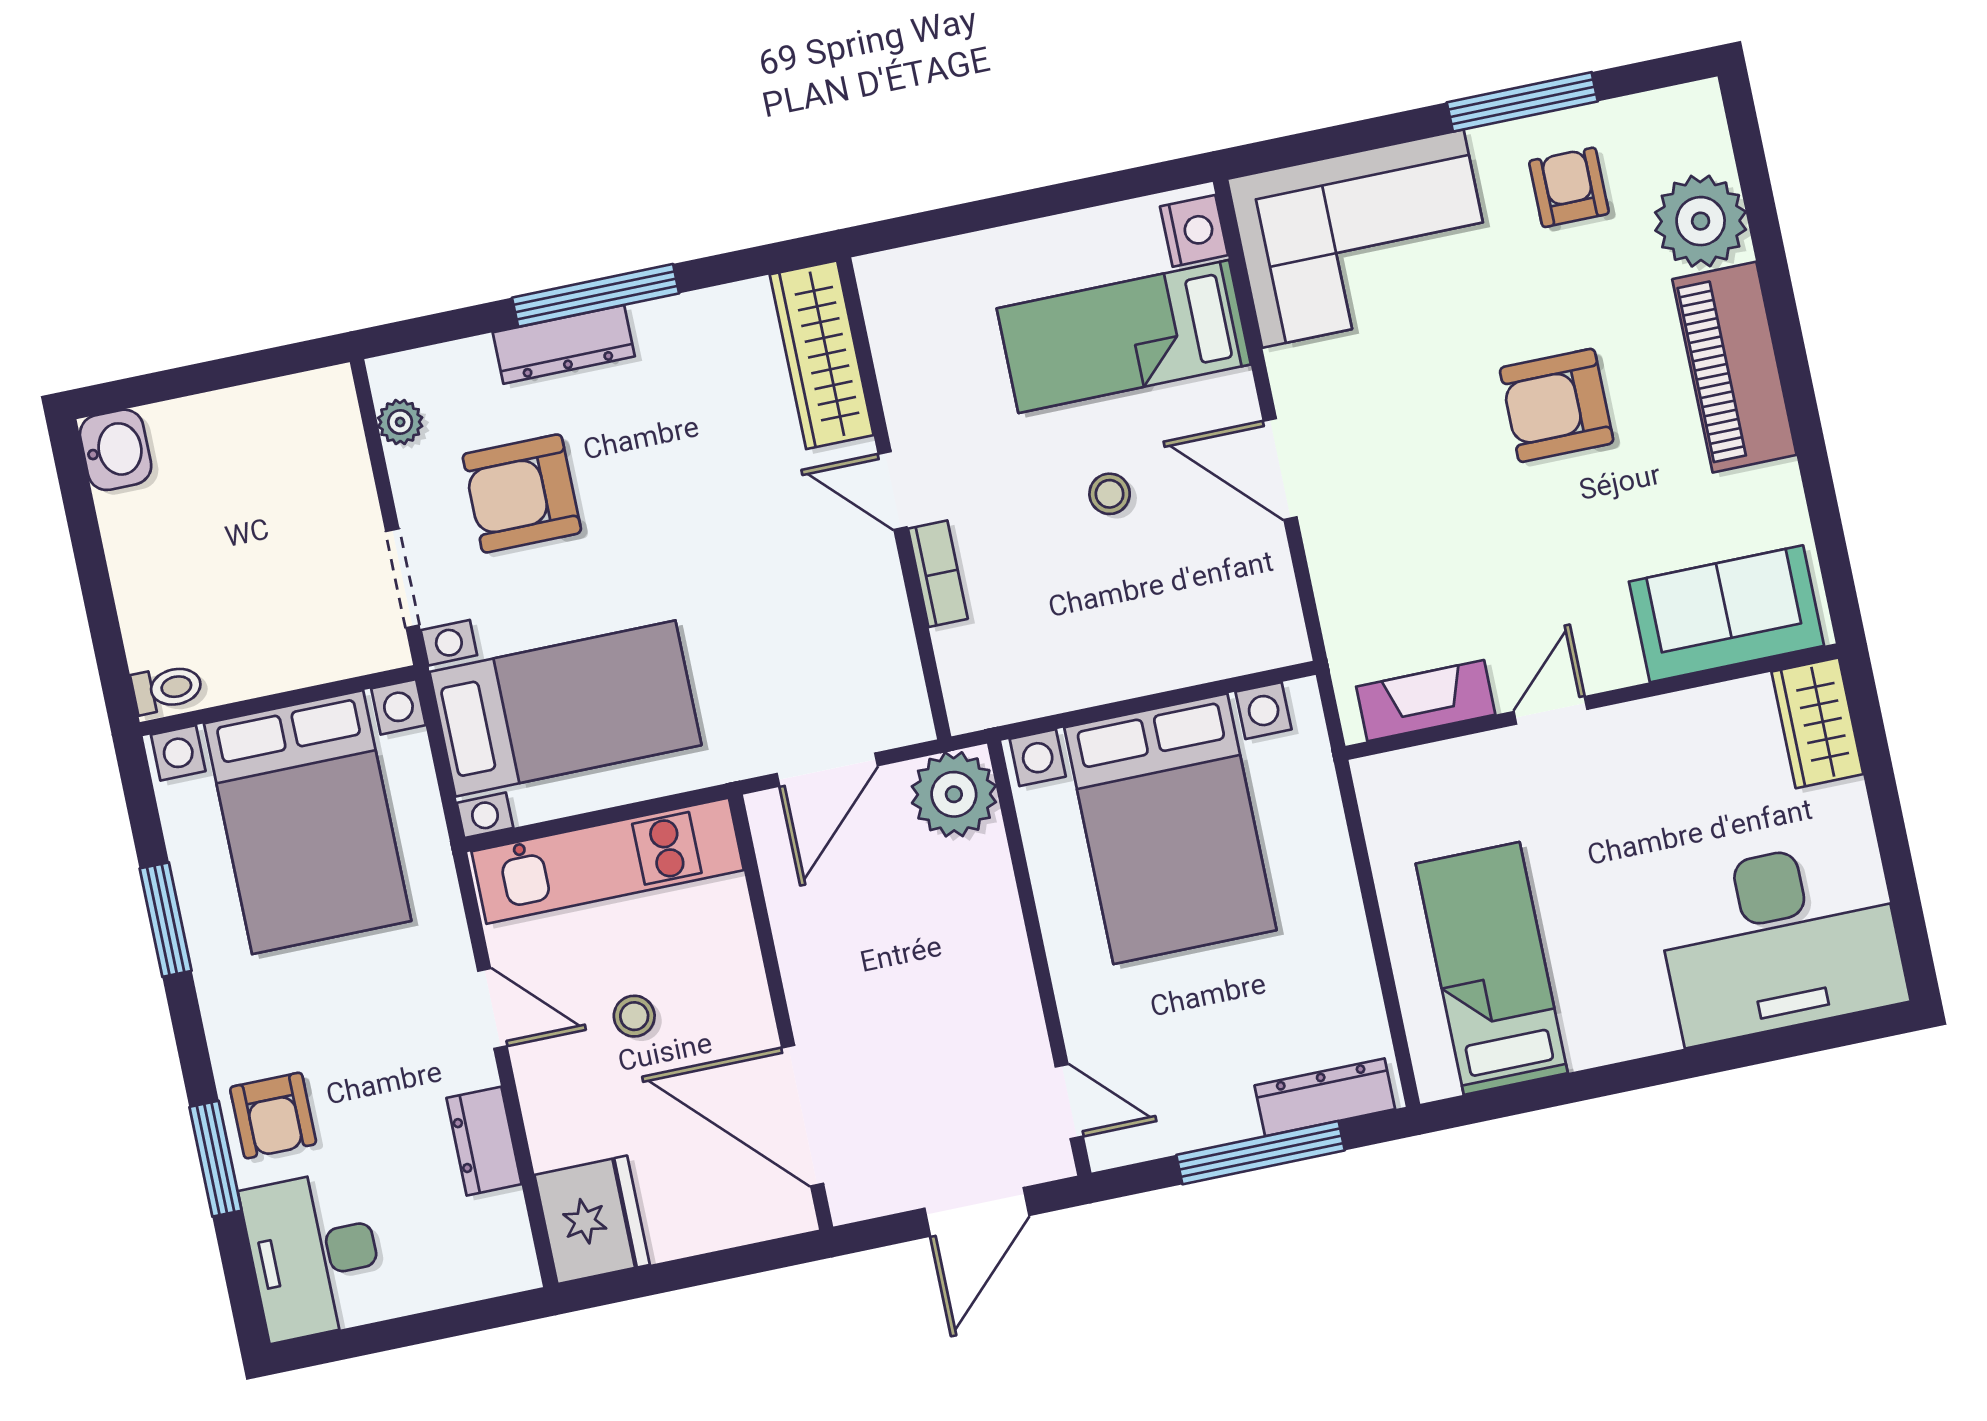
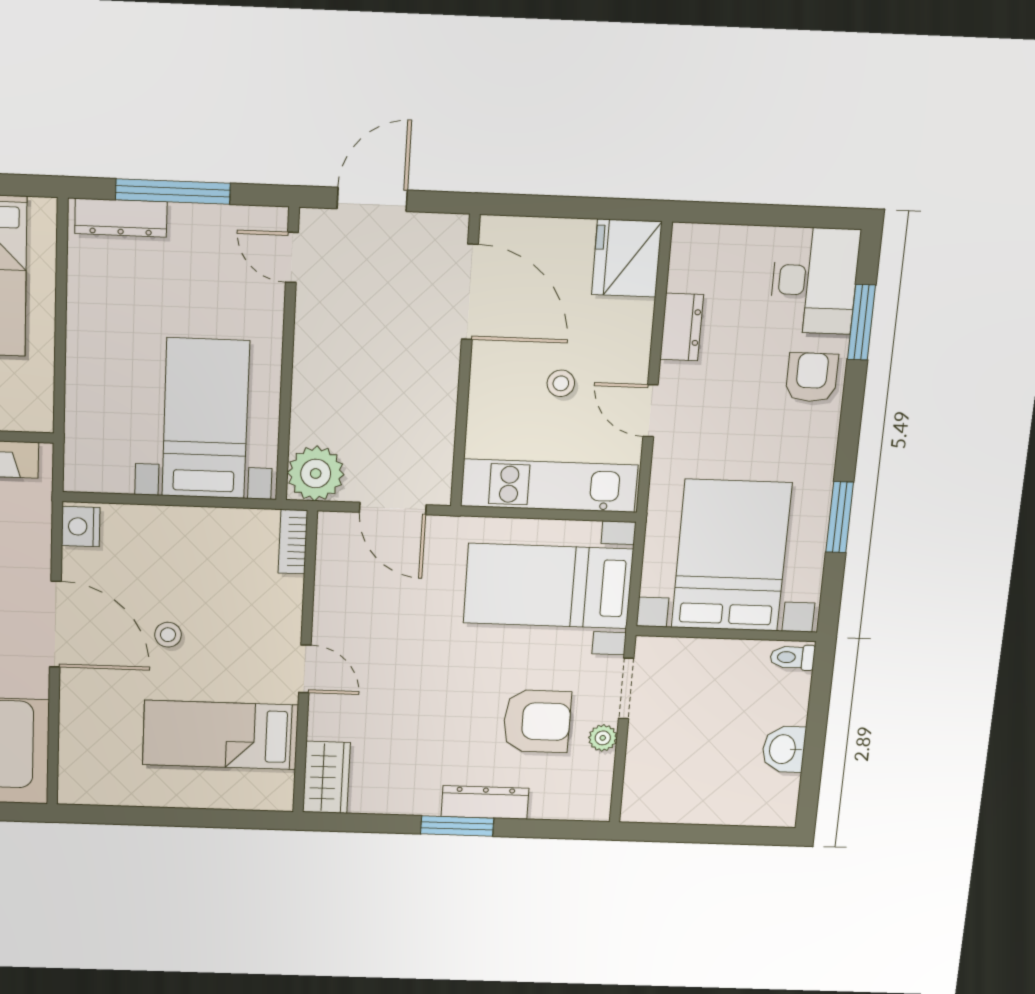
nightstand: (1194, 231) -> (81, 527), moved
window: (596, 295) -> (457, 826), width x0.69
bed: (1124, 336) -> (220, 735), moved, turned 180
wardrobe: (822, 355) -> (326, 777), width x0.67
plant: (400, 422) -> (603, 738), moved
washbasin: (116, 450) -> (784, 749), moved
door: (1280, 469) -> (55, 624), width x1.36
bookcase: (938, 574) -> (293, 542), moved
door: (827, 770) -> (393, 508), swing flipped
bed with nightstands: (1170, 829) -> (206, 419), width x0.73
window: (216, 1159) -> (861, 322), moved

